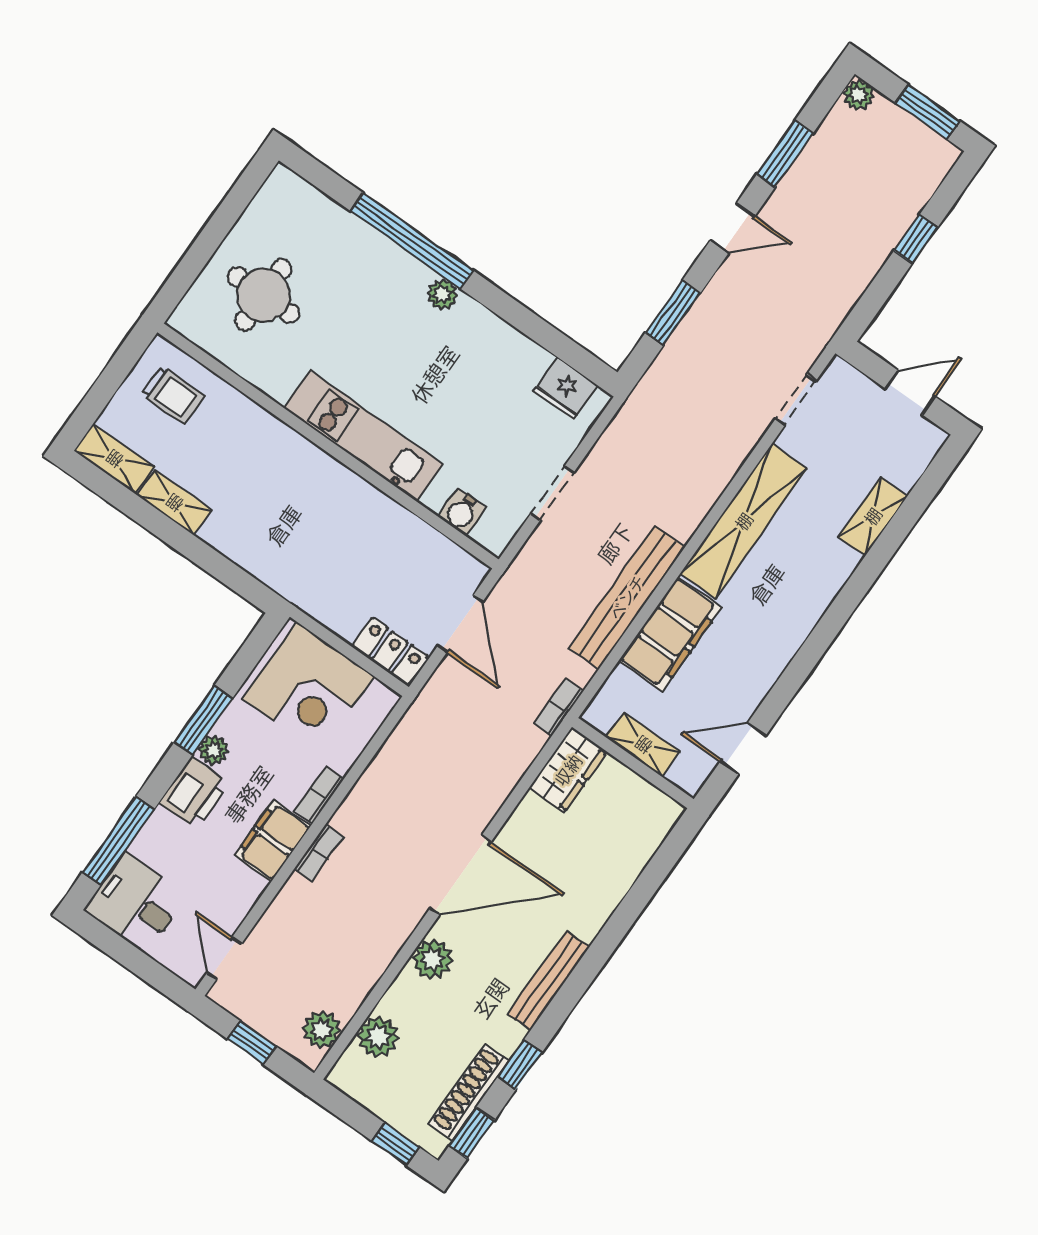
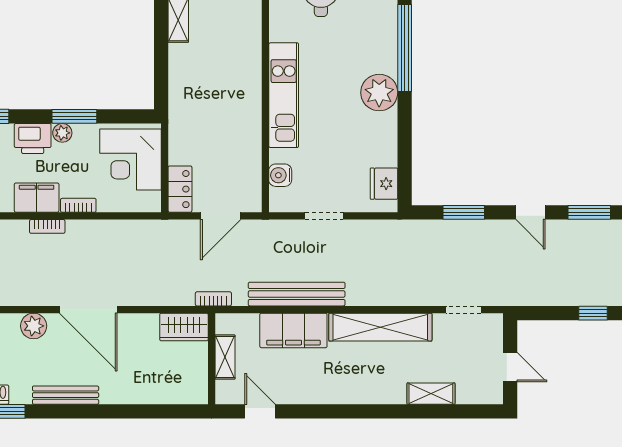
plant: (442, 294) -> (379, 93), width x1.87, depth x1.87

